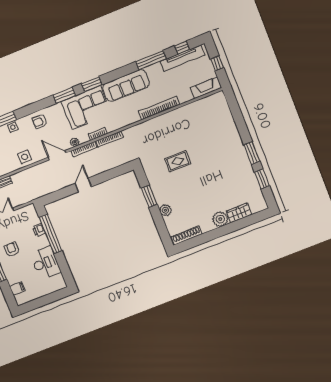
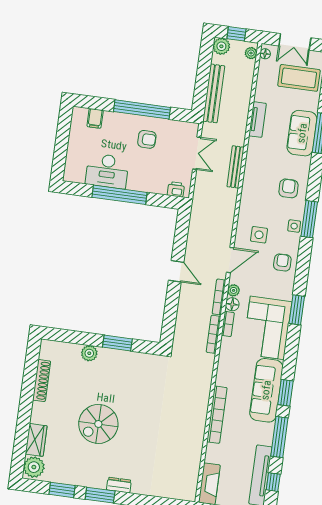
window: (92, 84) -> (285, 393), moved
floor lamp: (84, 138) -> (232, 304), added
dresser: (239, 145) -> (119, 485), added
side table: (25, 157) -> (259, 235), moved
rug: (178, 161) -> (140, 401), removed
spiral stairs: (207, 180) -> (98, 424), added
plant: (220, 219) -> (34, 467), moved
printer: (39, 230) -> (176, 189), moved
window: (50, 234) -> (119, 195), moved
shoe rack: (187, 235) -> (42, 381), moved

